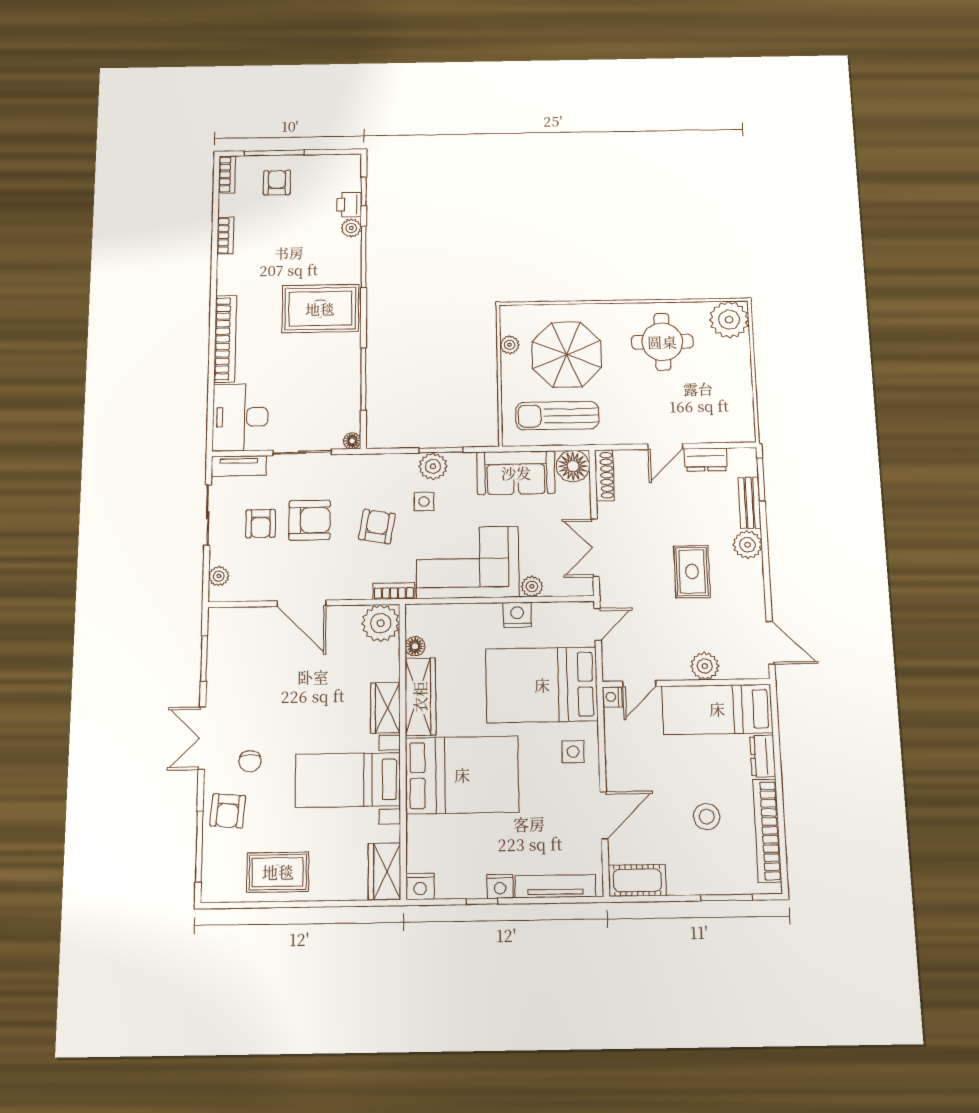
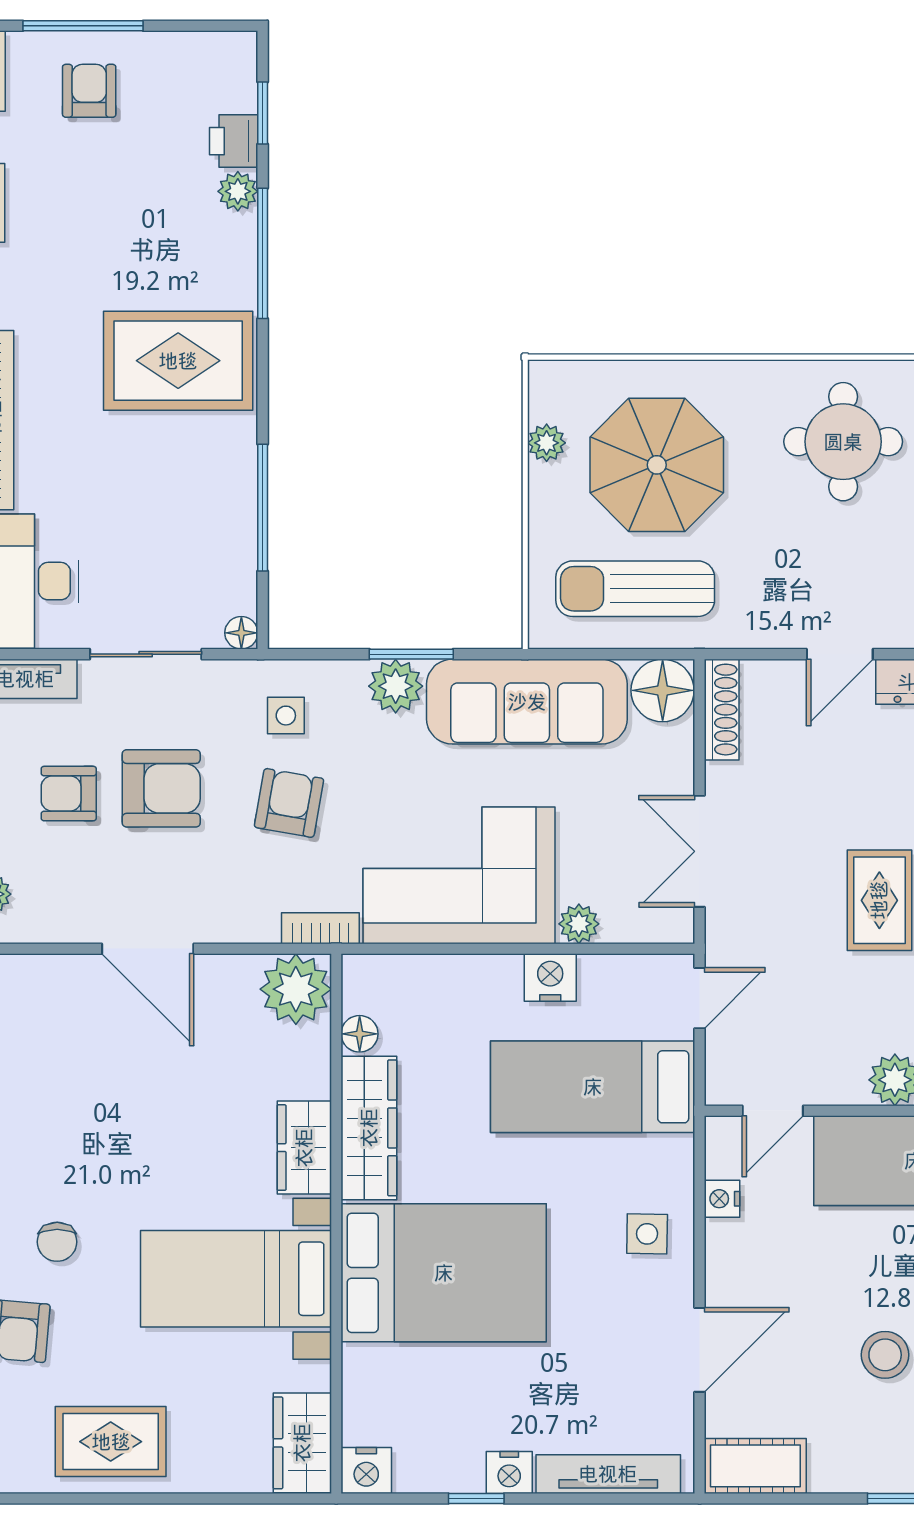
sofa: (516, 473) -> (527, 702), width x1.36
side table: (424, 502) -> (286, 716), moved
armchair: (261, 524) -> (69, 794), turned 90
bed: (542, 685) -> (593, 1087), width x0.67
nightstand: (612, 697) -> (722, 1199), moved

